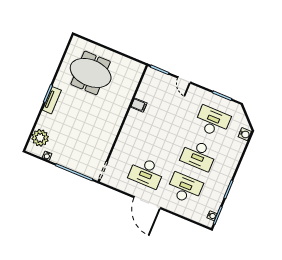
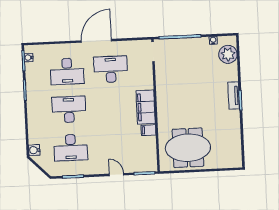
meeting table: (91, 73) -> (188, 148), moved
filing cabinet: (132, 126) -> (146, 107), added
door: (147, 203) -> (96, 41), hinge flipped

